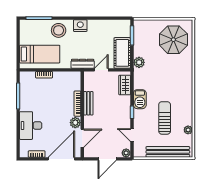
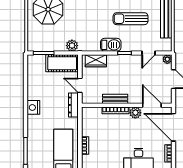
stool: (59, 30) -> (38, 130), removed

